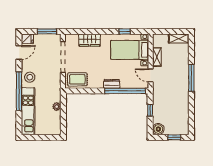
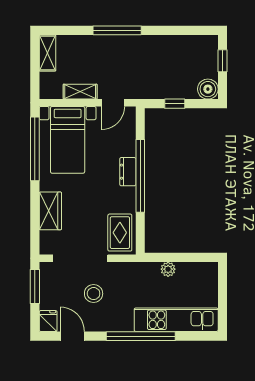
window: (125, 31) -> (35, 149), width x3.17
stool: (30, 77) -> (94, 294), moved
window: (125, 91) -> (140, 176), moved

